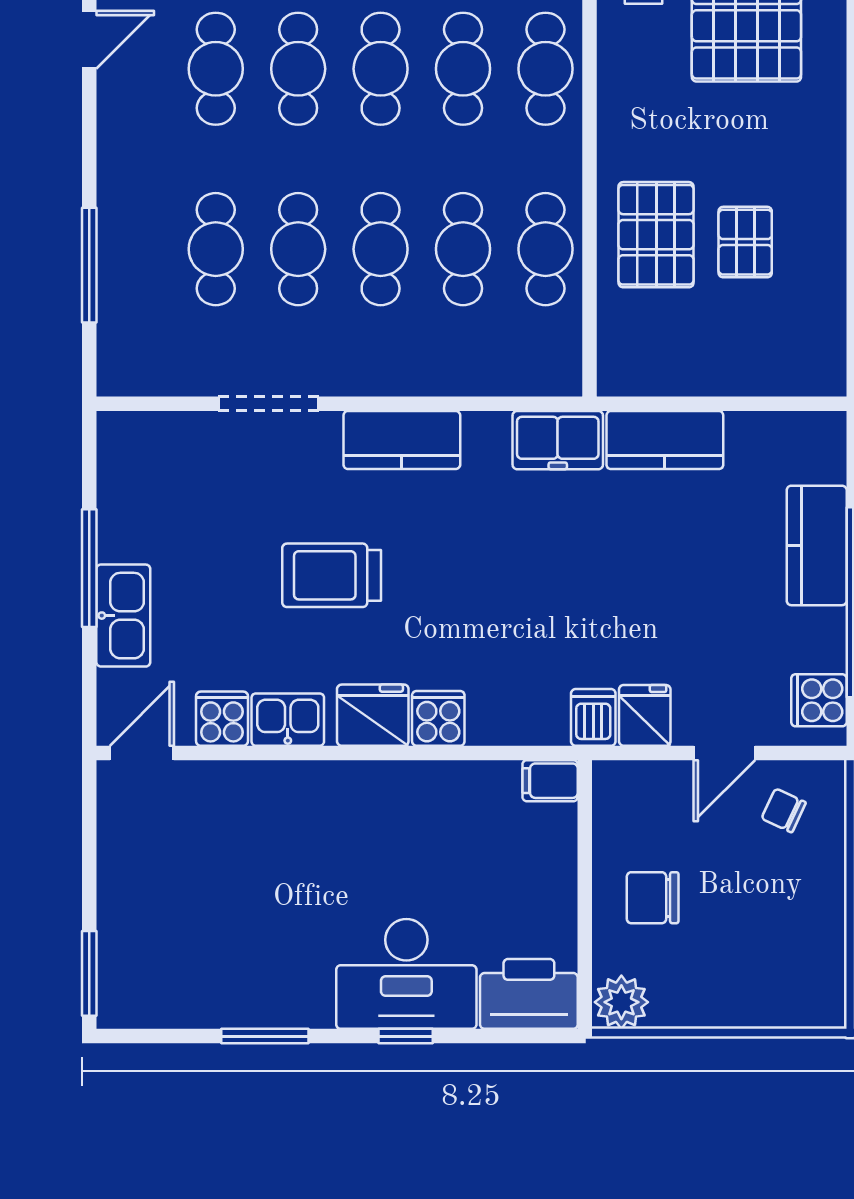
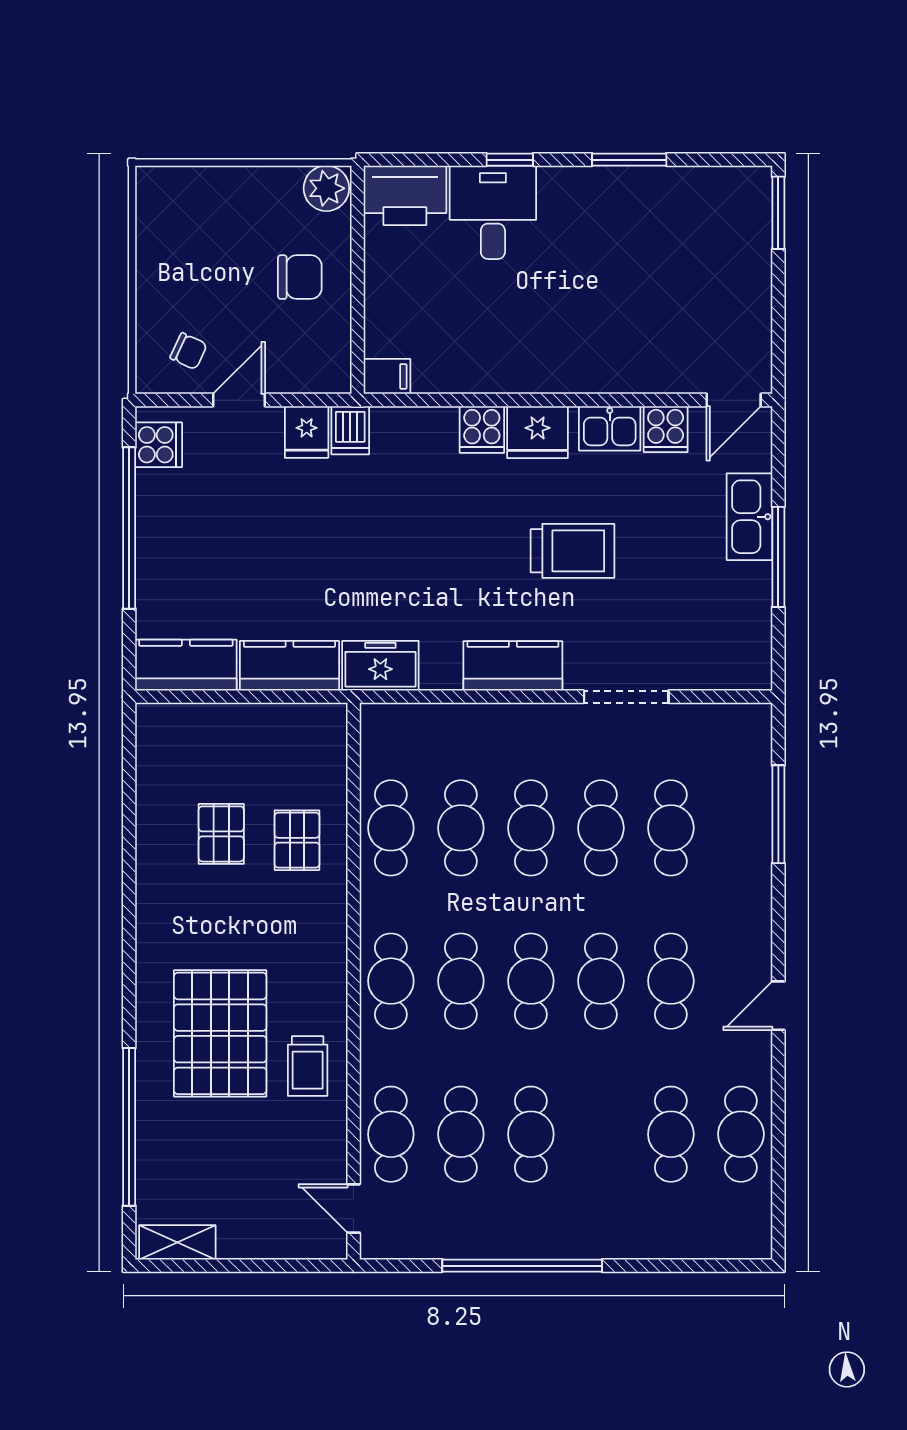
pallet: (656, 235) -> (297, 840), width x0.67, depth x0.71
kitchen counter: (817, 545) -> (186, 665), moved, turned -90
desk: (406, 974) -> (493, 212), width x0.73

